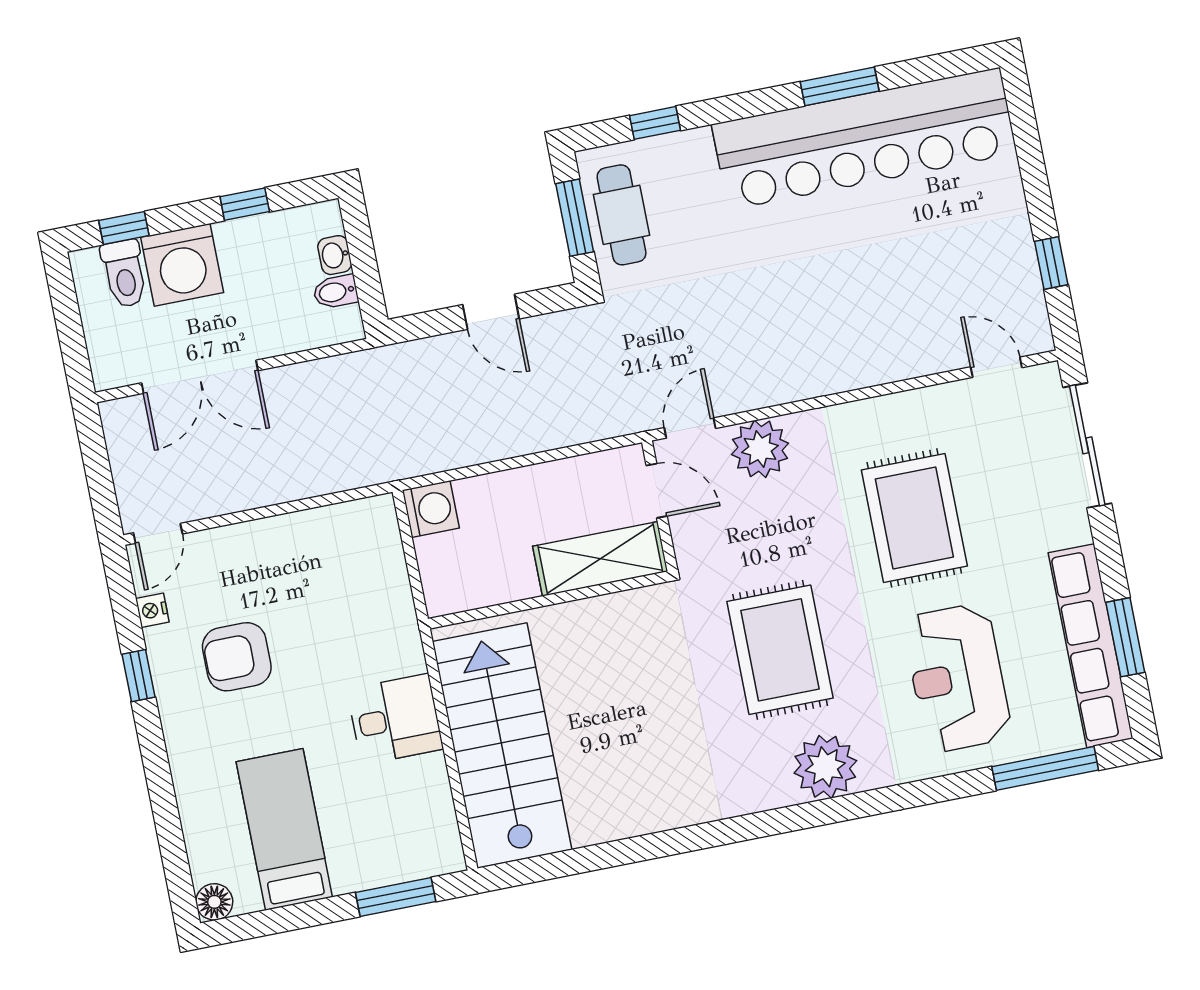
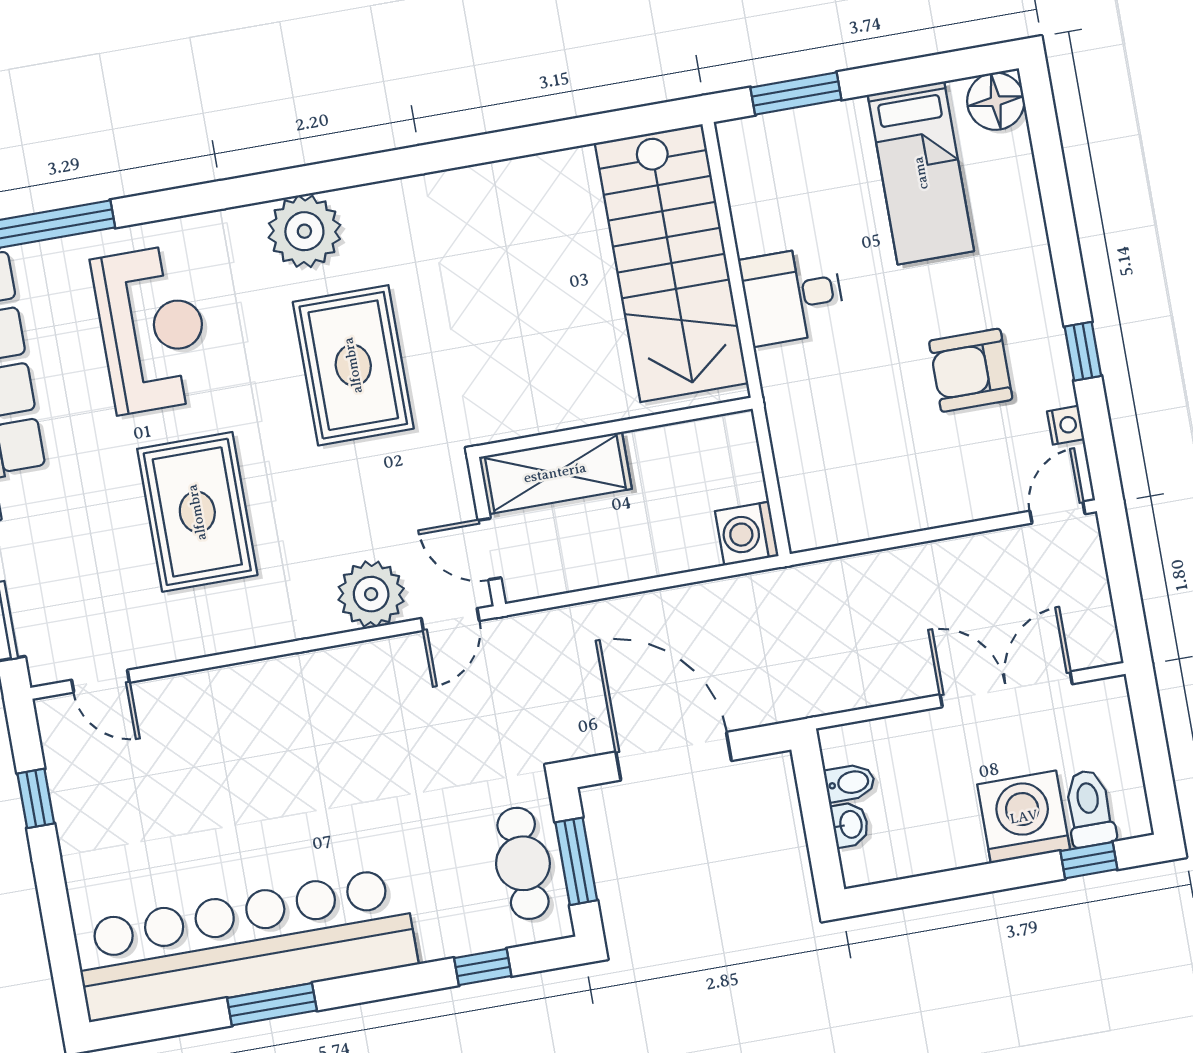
window: (245, 204) -> (951, 884), removed
door: (491, 312) -> (674, 756), width x1.87
armchair: (237, 657) -> (971, 370), turned 180
floor lamp: (214, 902) -> (996, 101), width x1.38, depth x1.38

